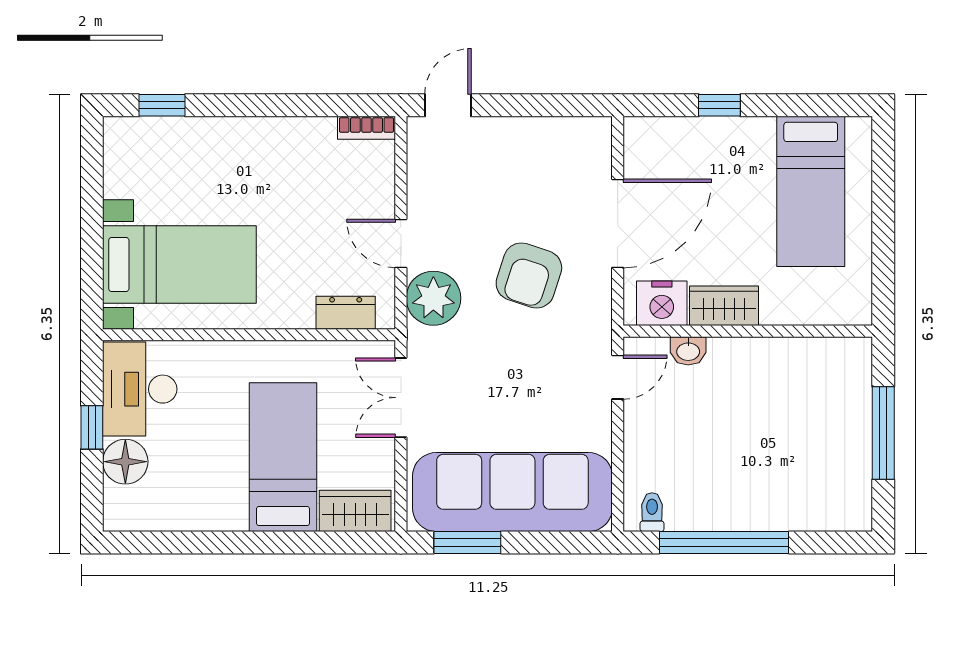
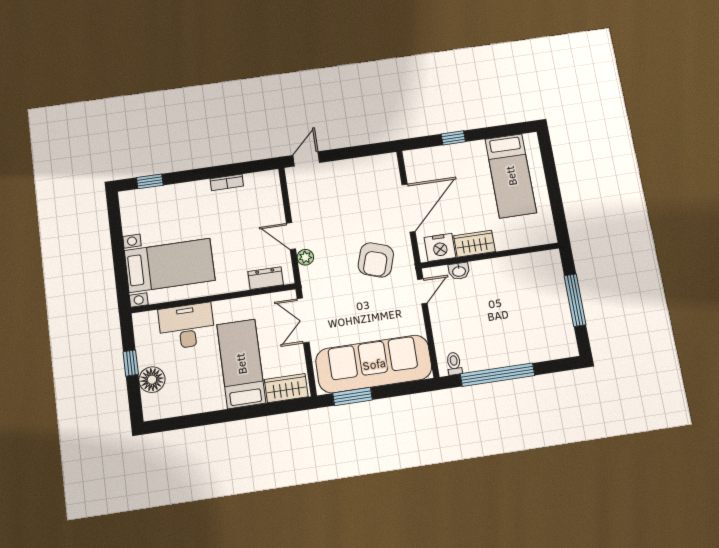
bookcase: (366, 128) -> (227, 182), moved
armchair: (529, 275) -> (376, 260), moved
plant: (433, 298) -> (305, 257), width x0.53, depth x0.53
desk: (140, 389) -> (187, 326), moved, turned 90

